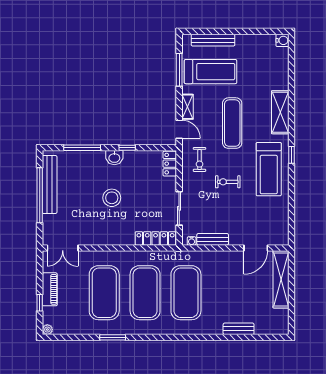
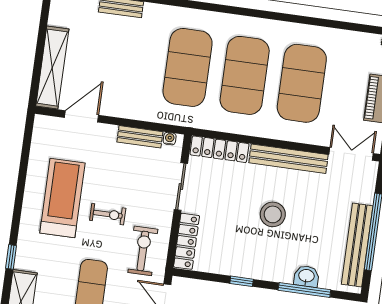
window: (291, 155) -> (11, 257), moved
washbasin: (114, 158) -> (306, 276), moved
exercise bike: (199, 160) -> (143, 251), width x1.38, depth x1.39
locker: (170, 164) -> (187, 241), width x1.53
treadmill: (269, 169) -> (62, 198), moved
bench: (106, 238) -> (288, 159), added
window: (113, 337) -> (299, 19), removed

